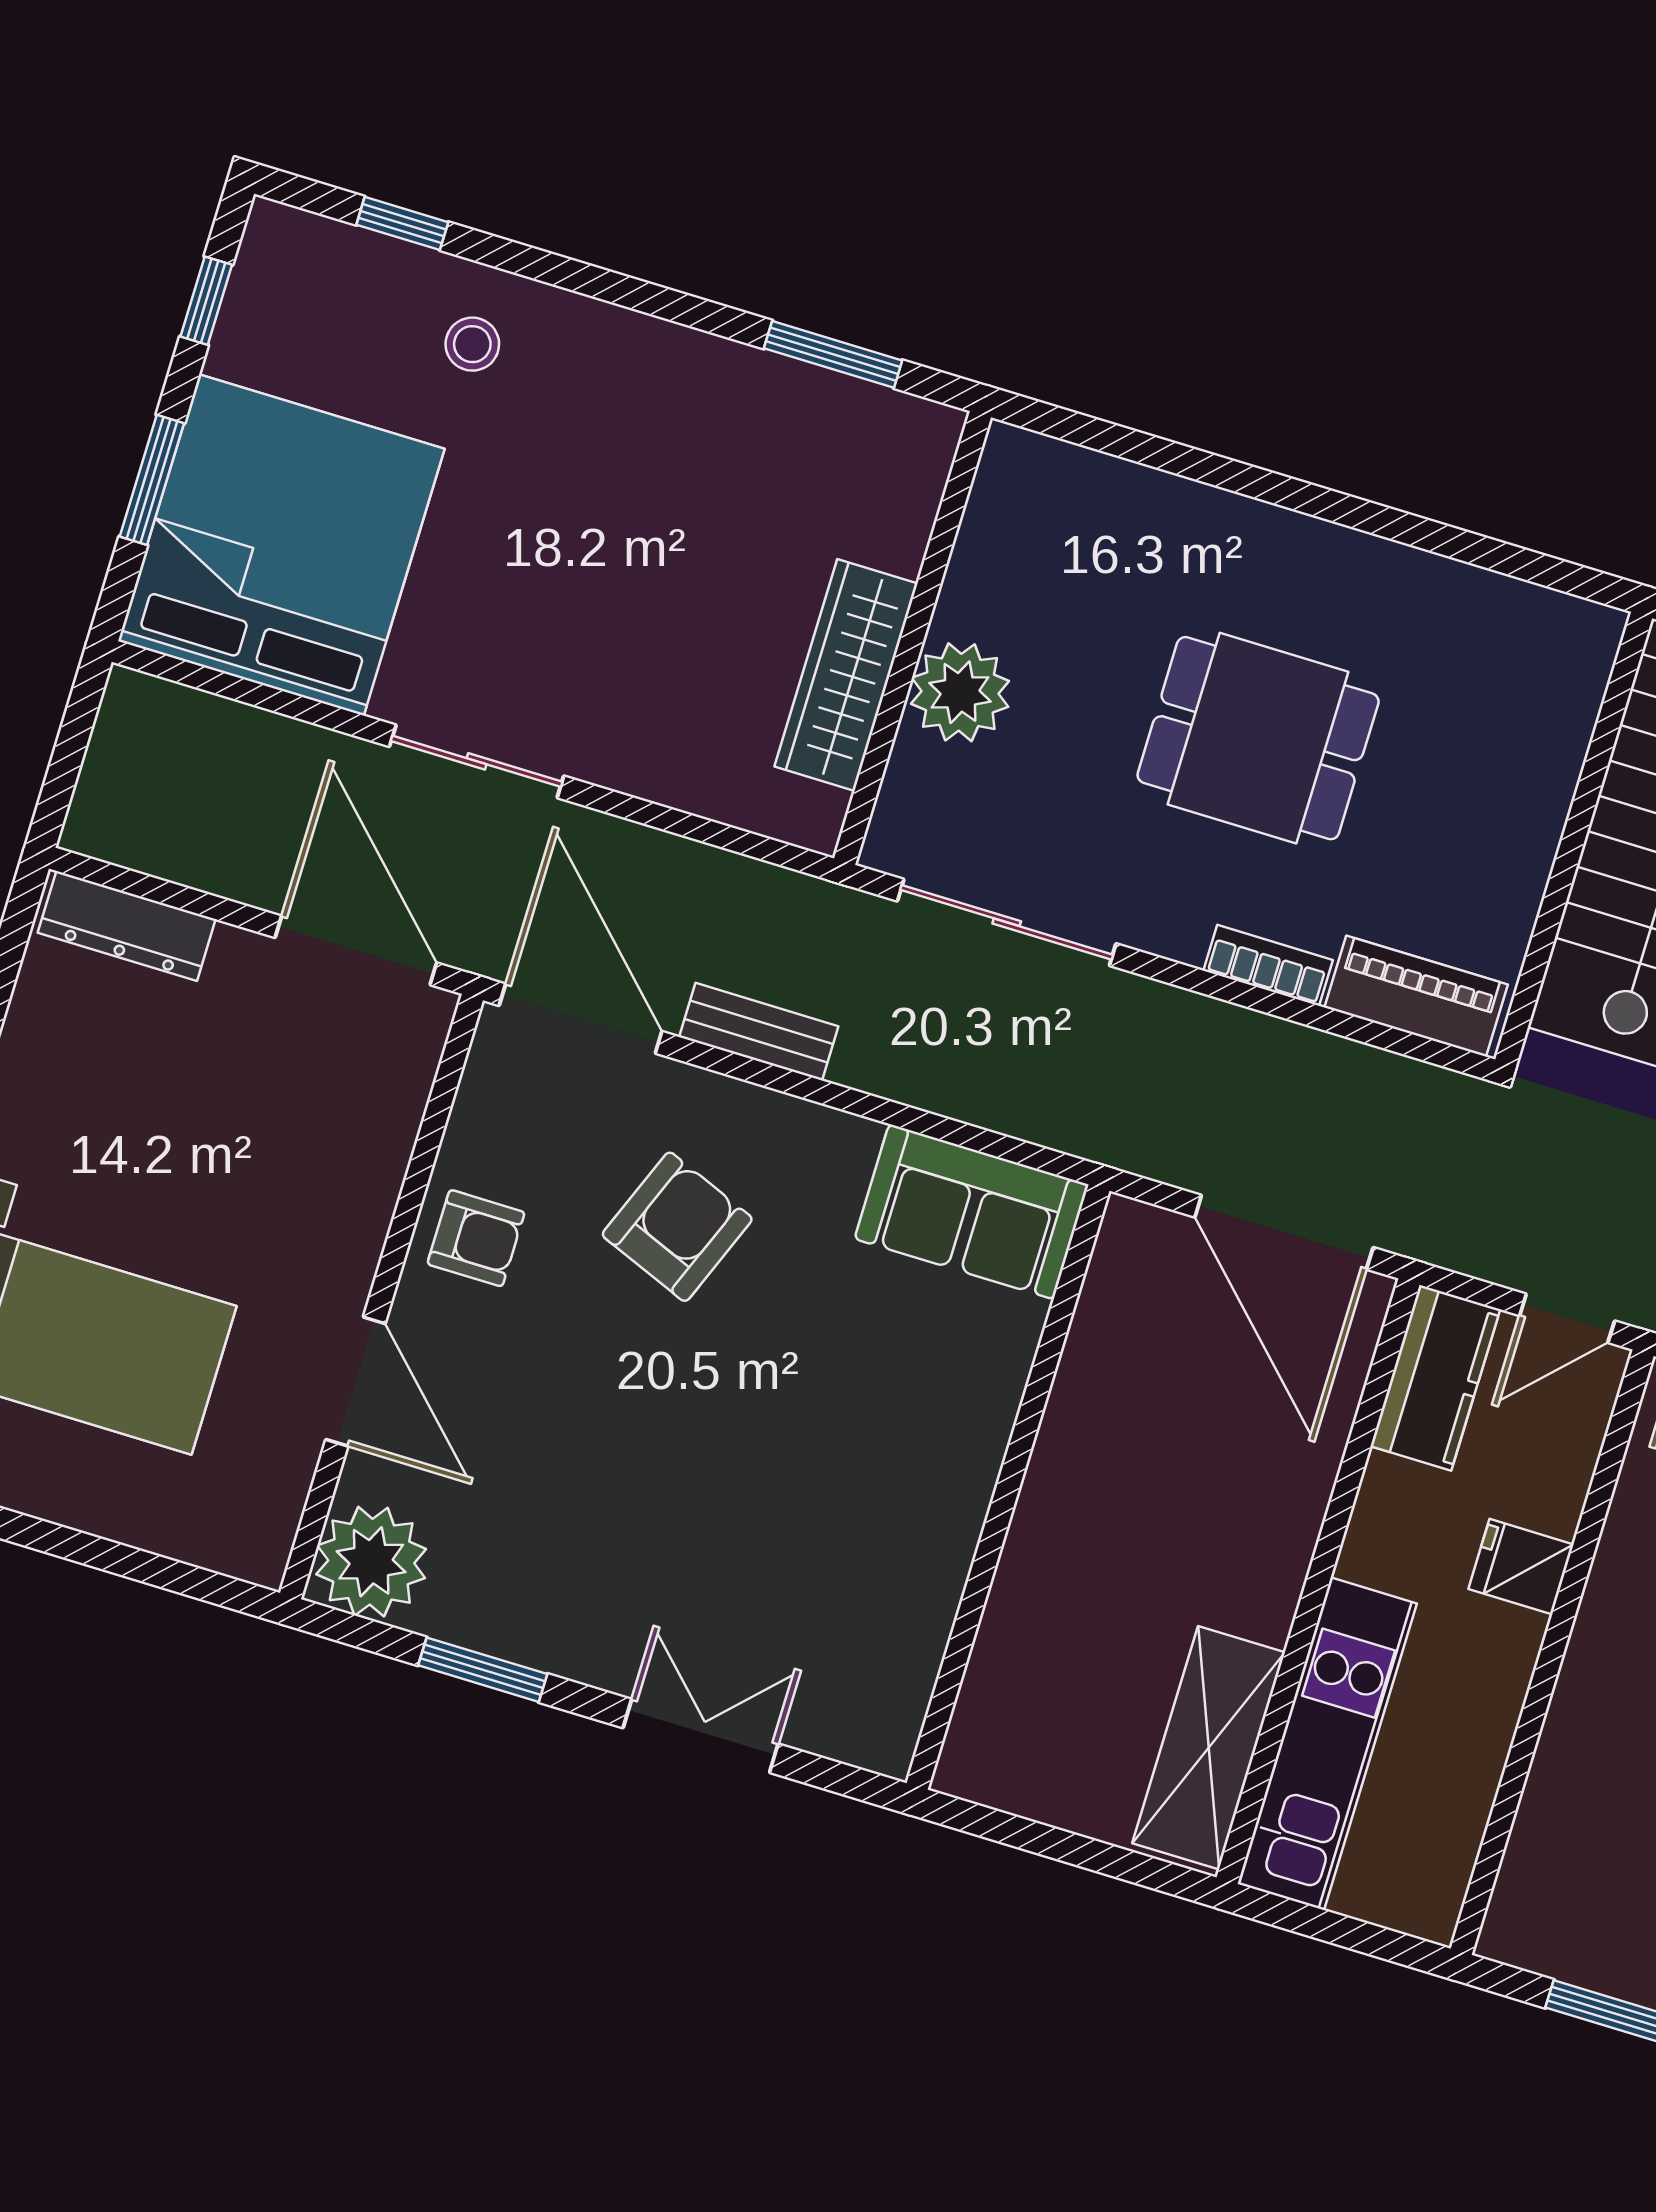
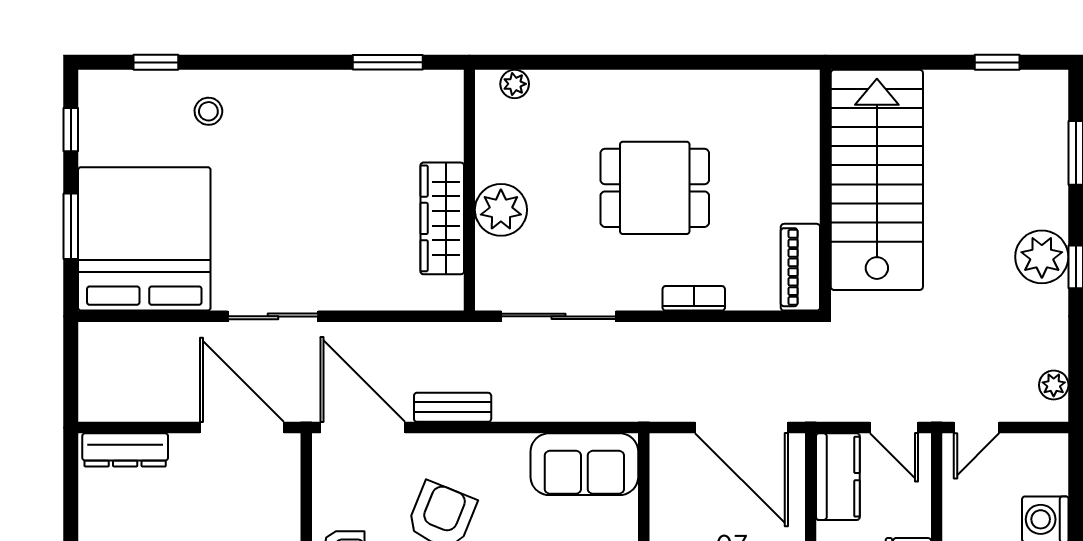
plant: (1056, 466) -> (515, 84), added
piano: (1416, 996) -> (800, 267), moved, turned -90
door: (1567, 1318) -> (894, 428), hinge flipped

